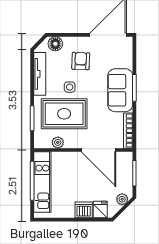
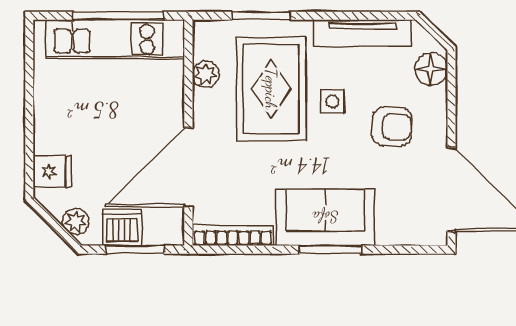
dishwasher: (84, 210) -> (122, 227), moved, turned -90

